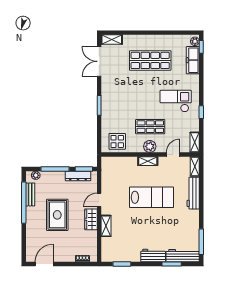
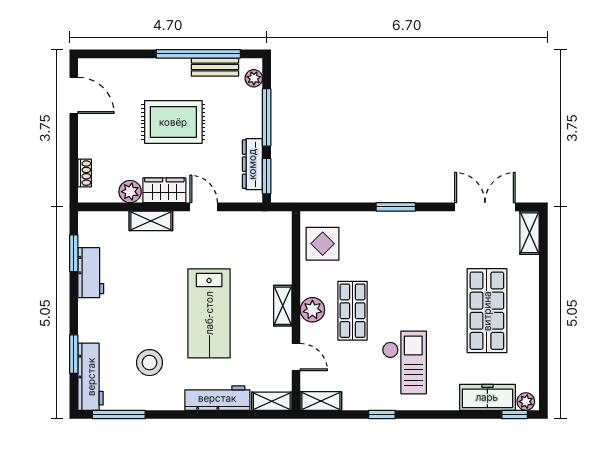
stool: (176, 227) -> (149, 363), added
plant: (92, 236) -> (130, 192), added
workbench: (153, 256) -> (91, 273), moved

